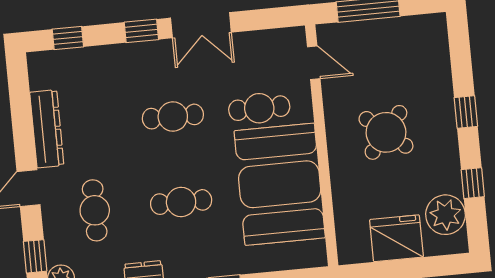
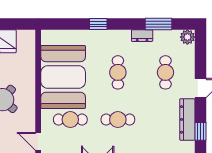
cafe table: (181, 202) -> (118, 72), turned 90
window: (35, 256) -> (200, 131), moved

